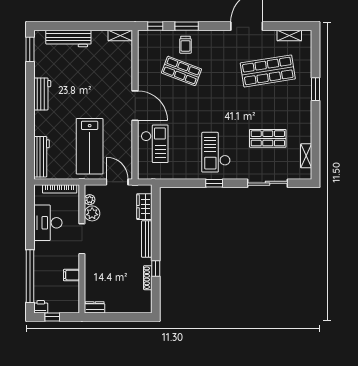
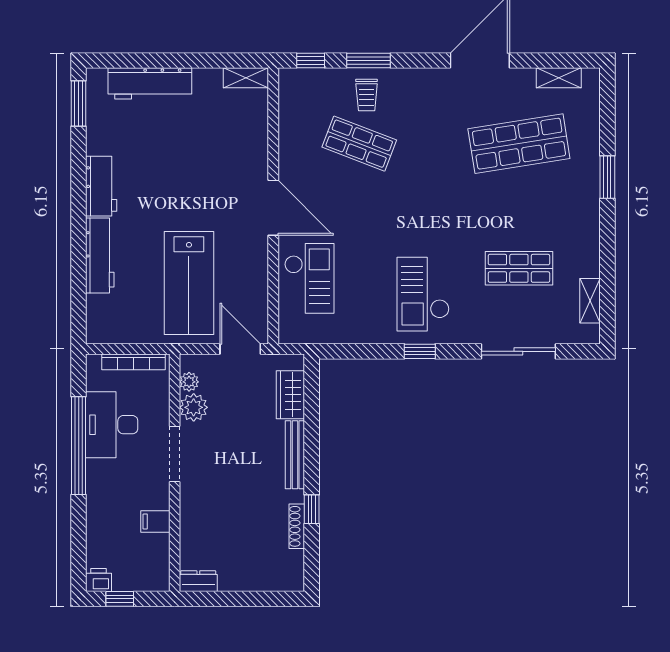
workbench: (41, 157) -> (100, 256), moved
window: (30, 276) -> (79, 446), moved

